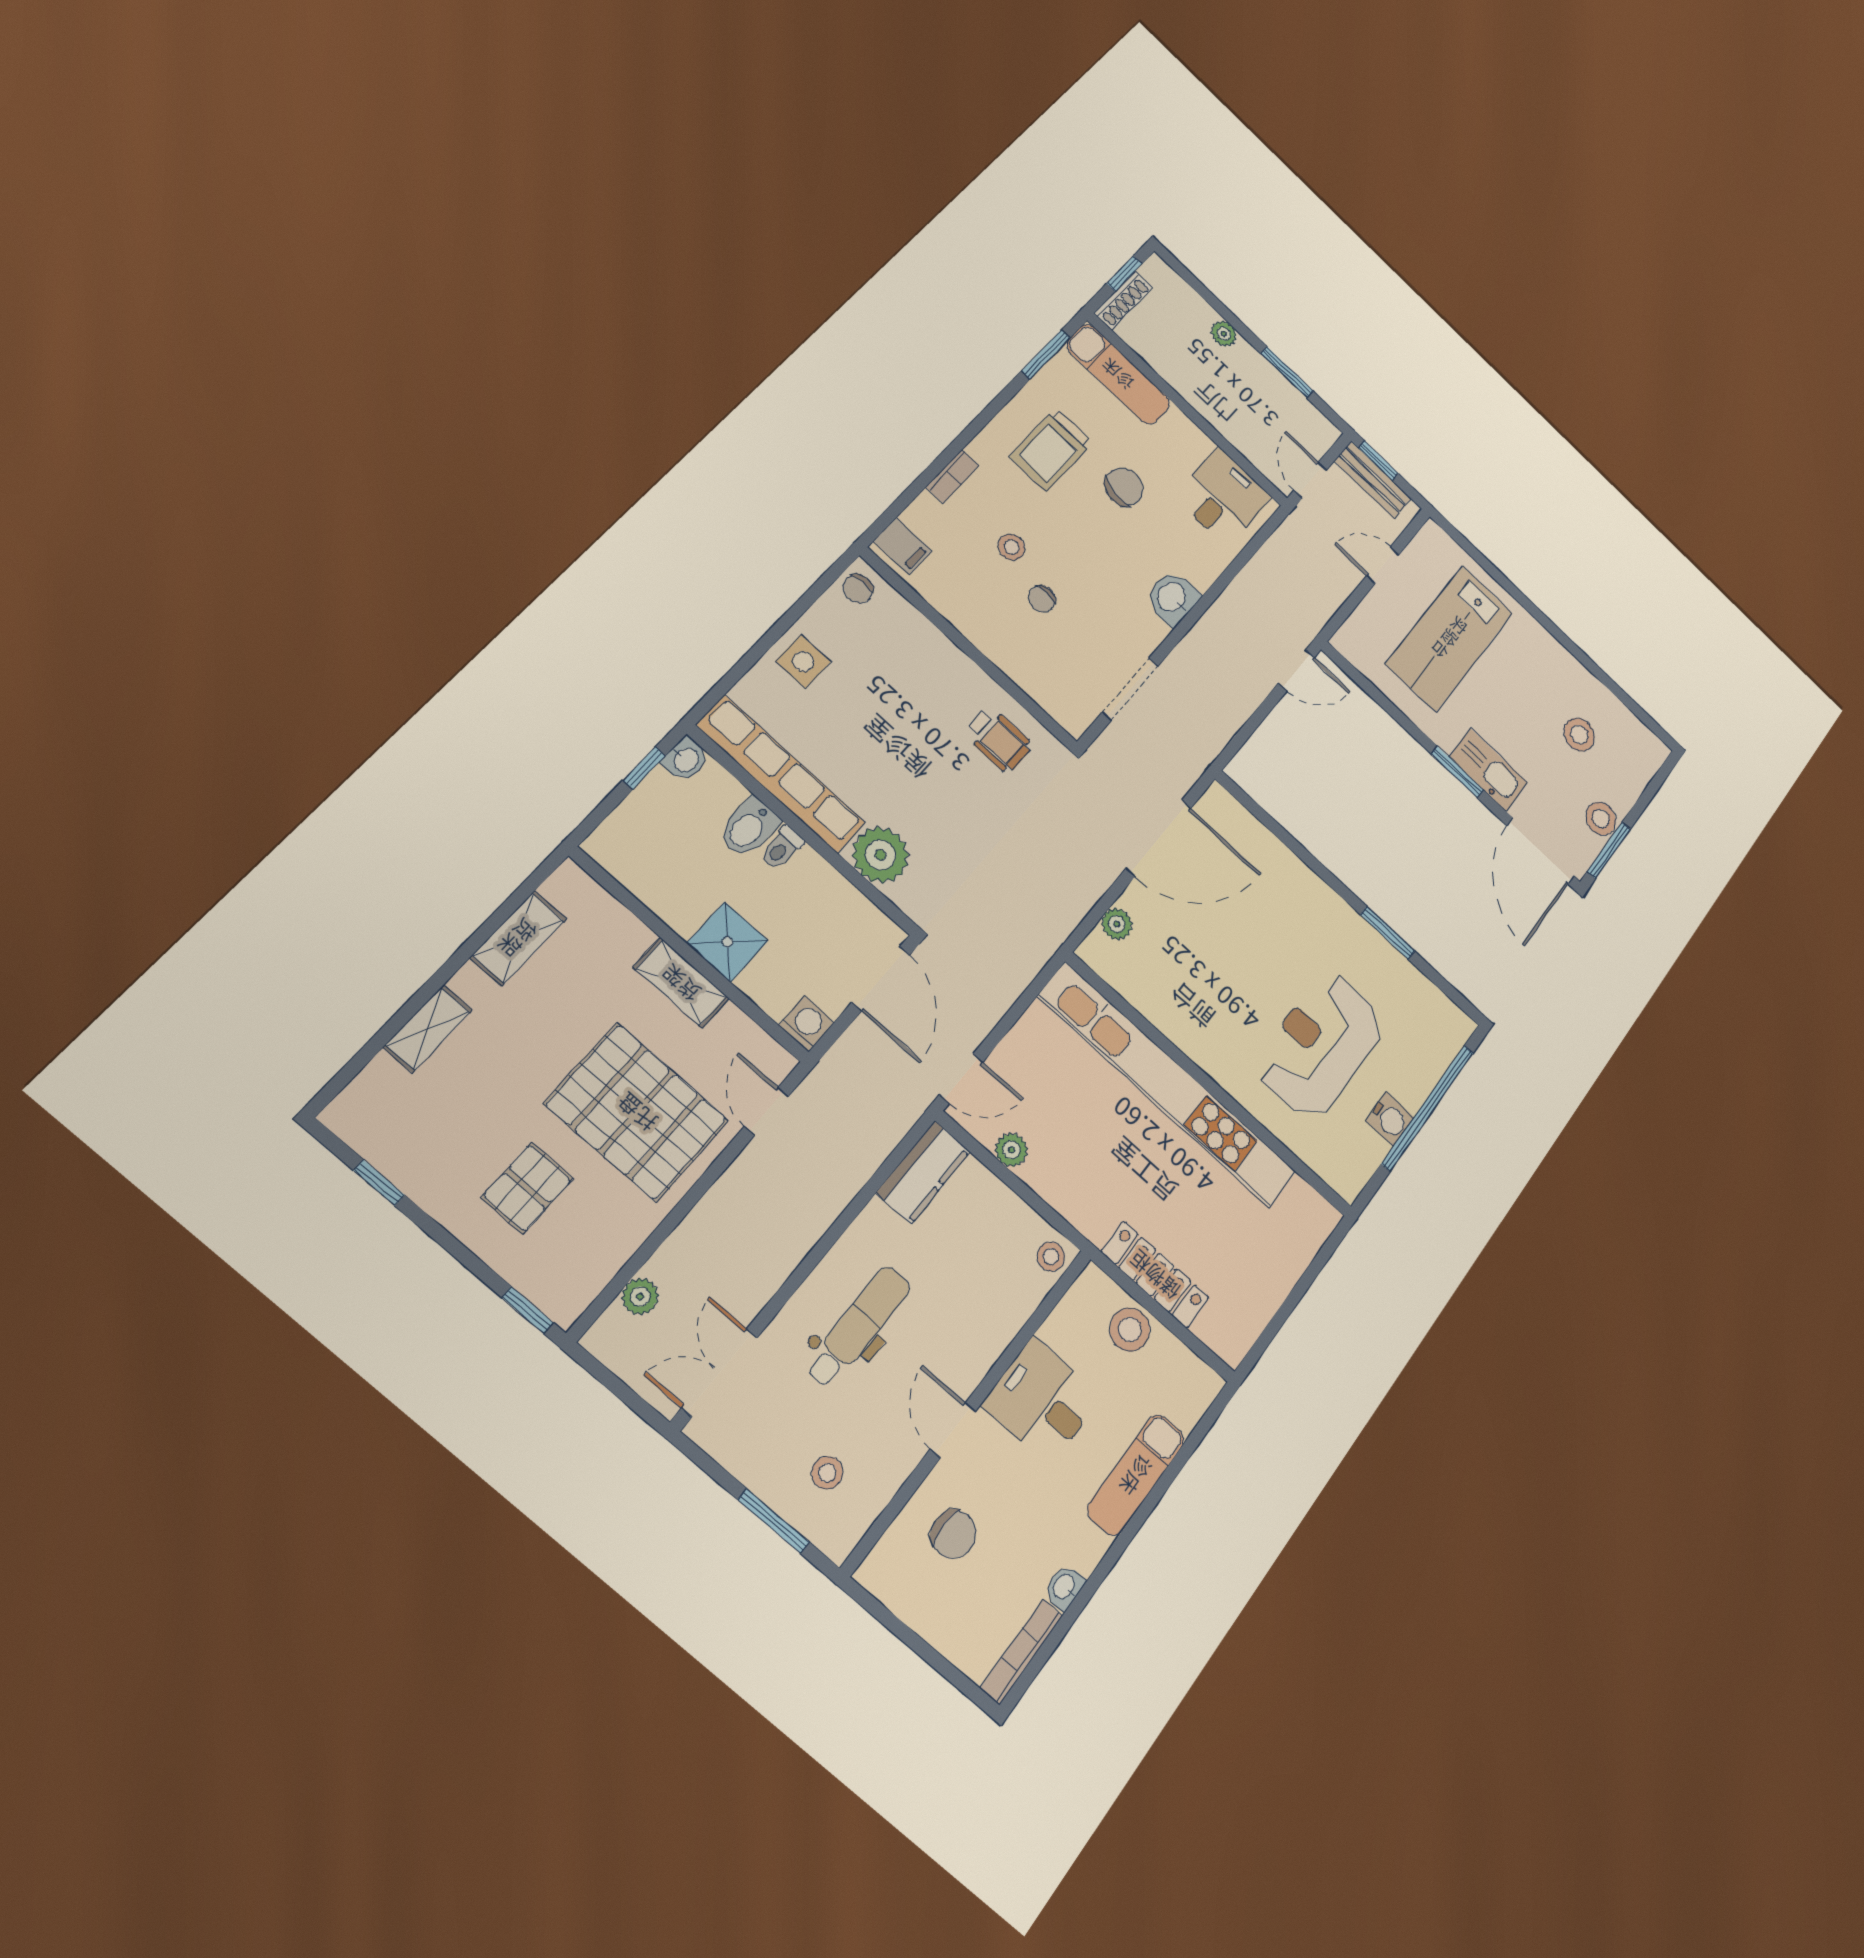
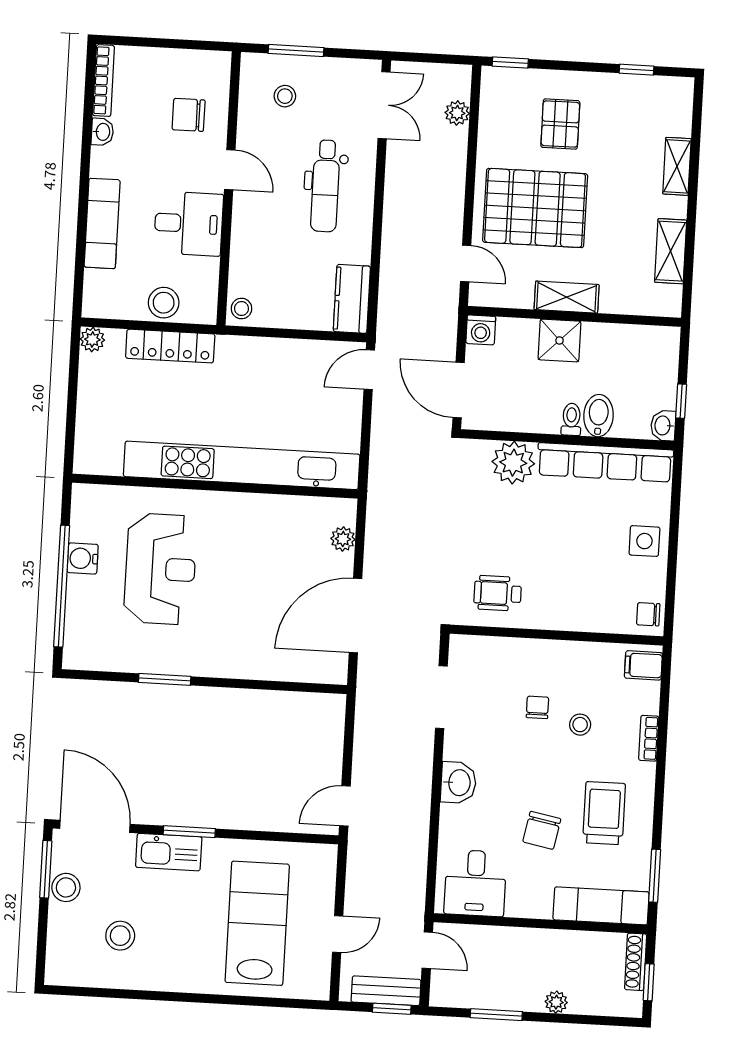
chair: (858, 589) -> (648, 614), turned -86
plant: (1011, 1150) -> (92, 340), moved

